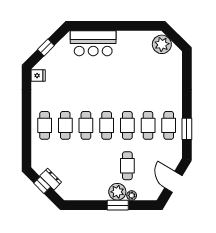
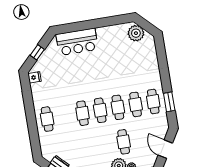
cafe table: (65, 125) -> (65, 116), removed

